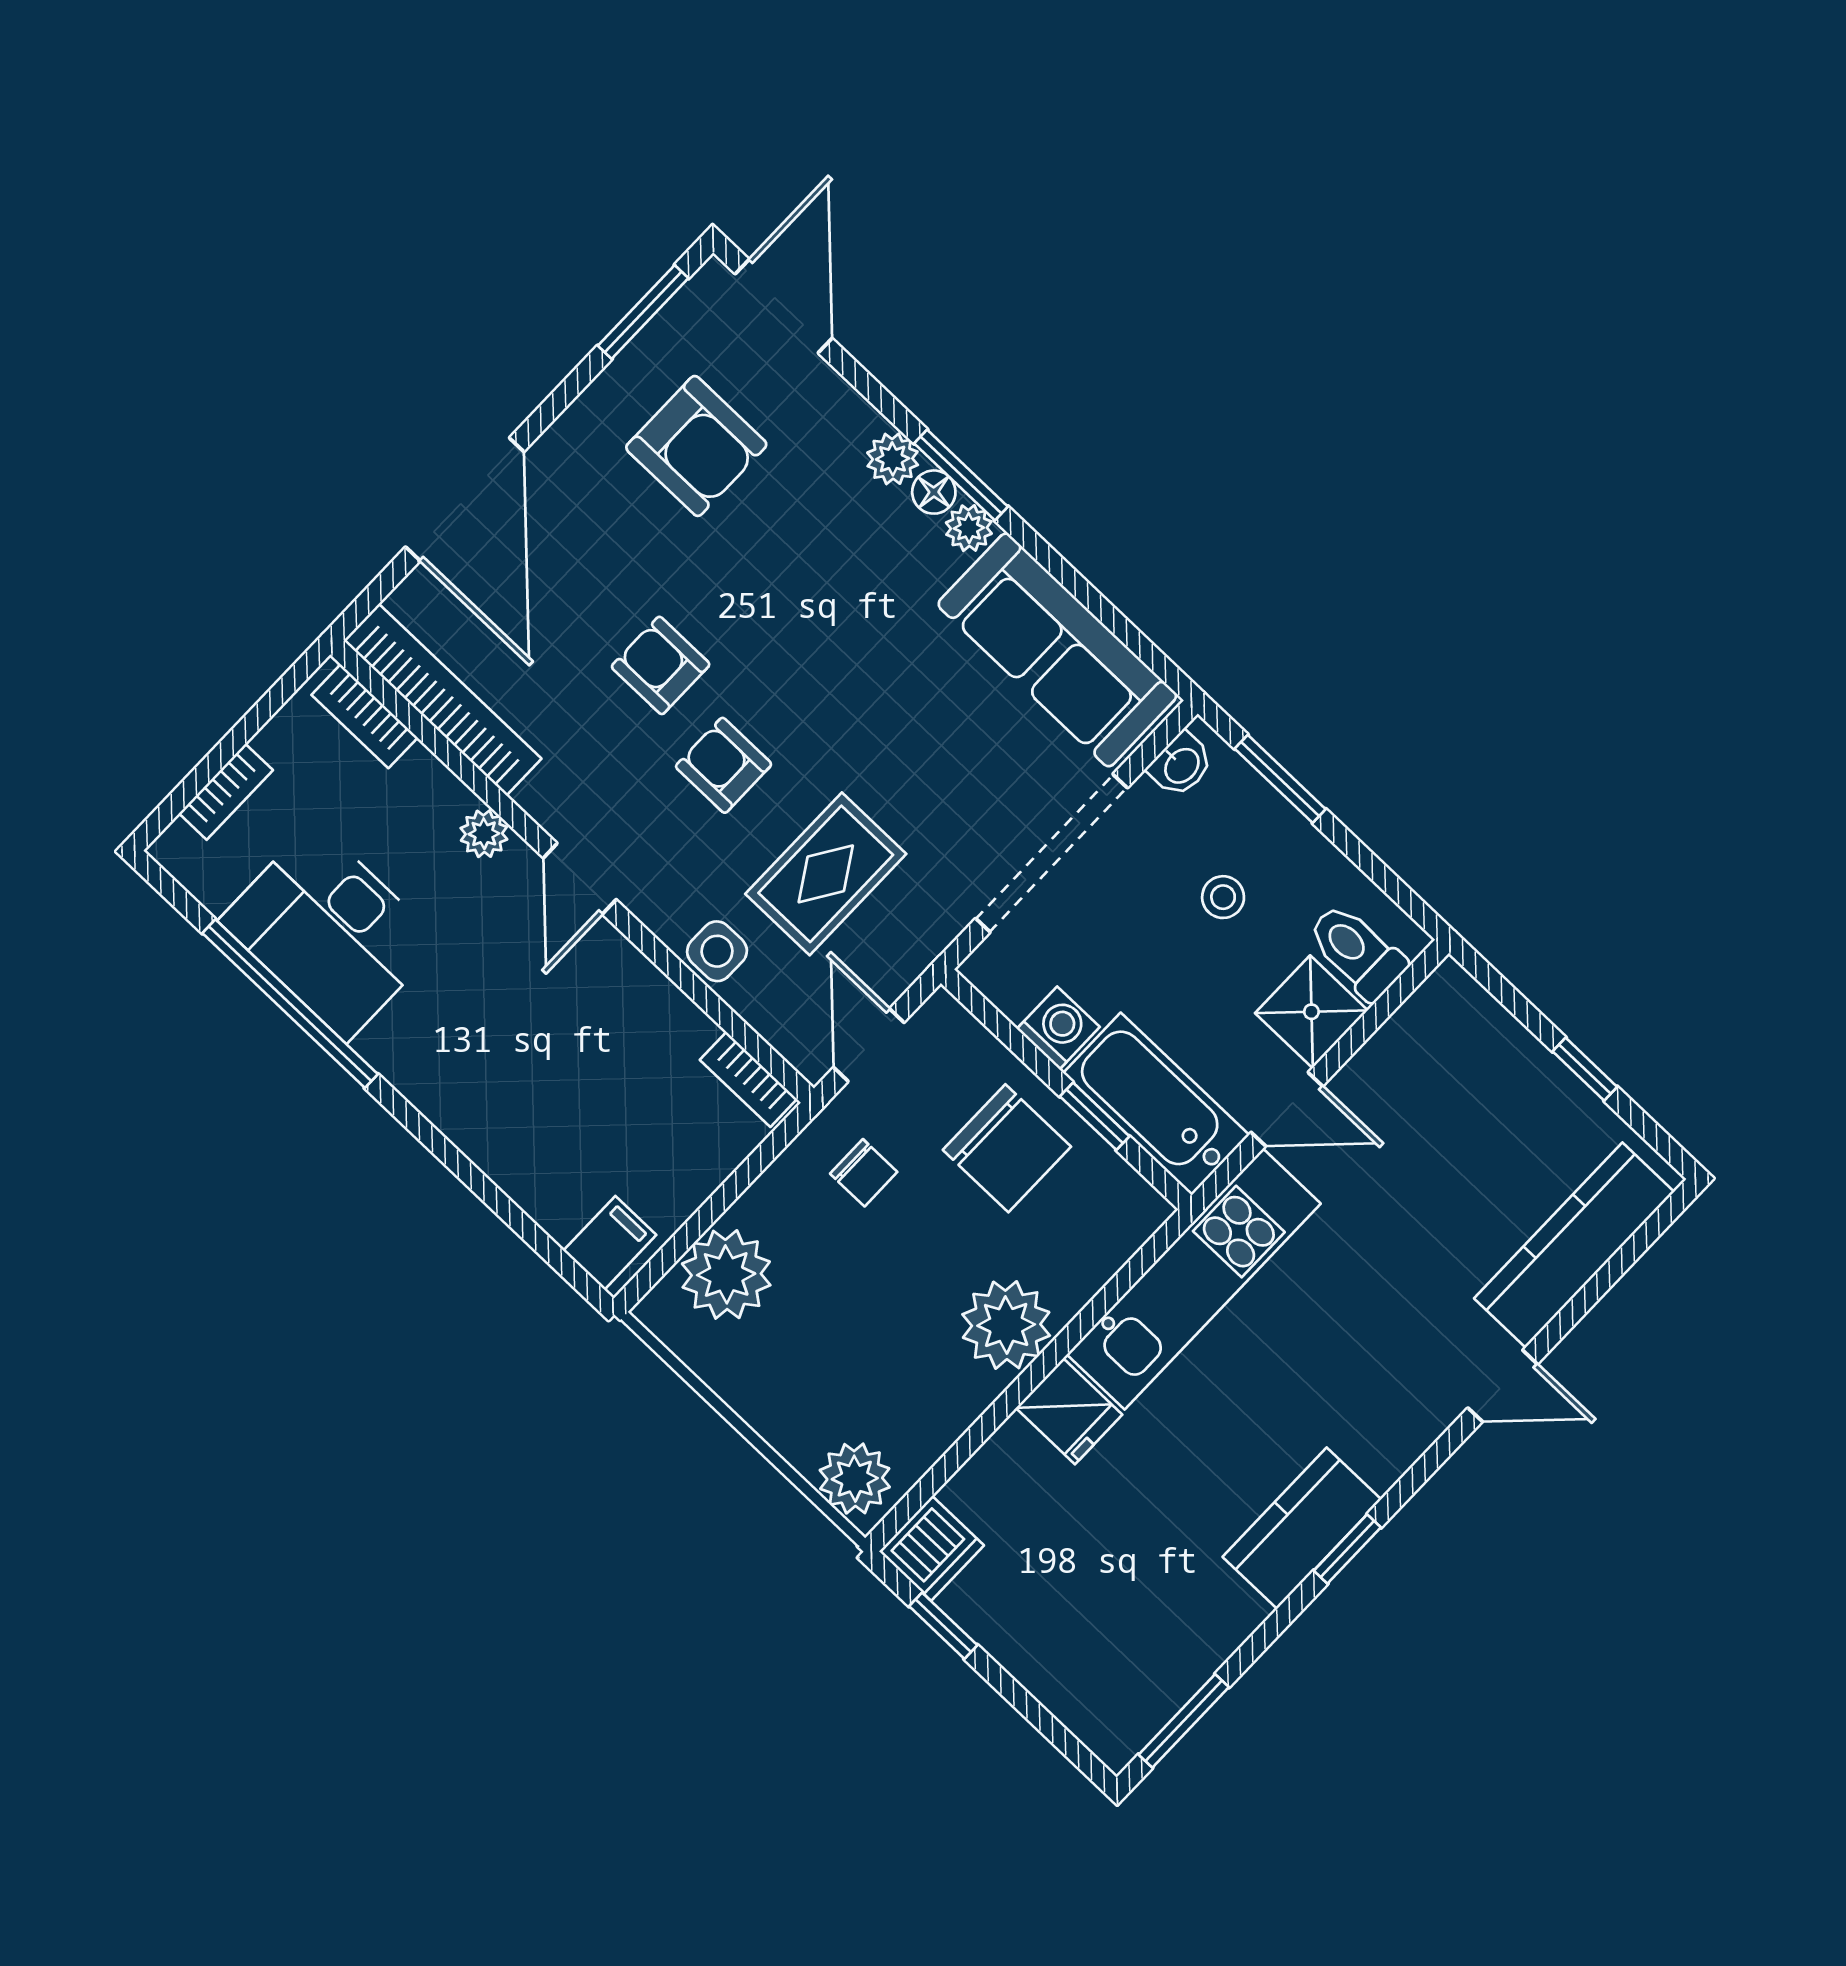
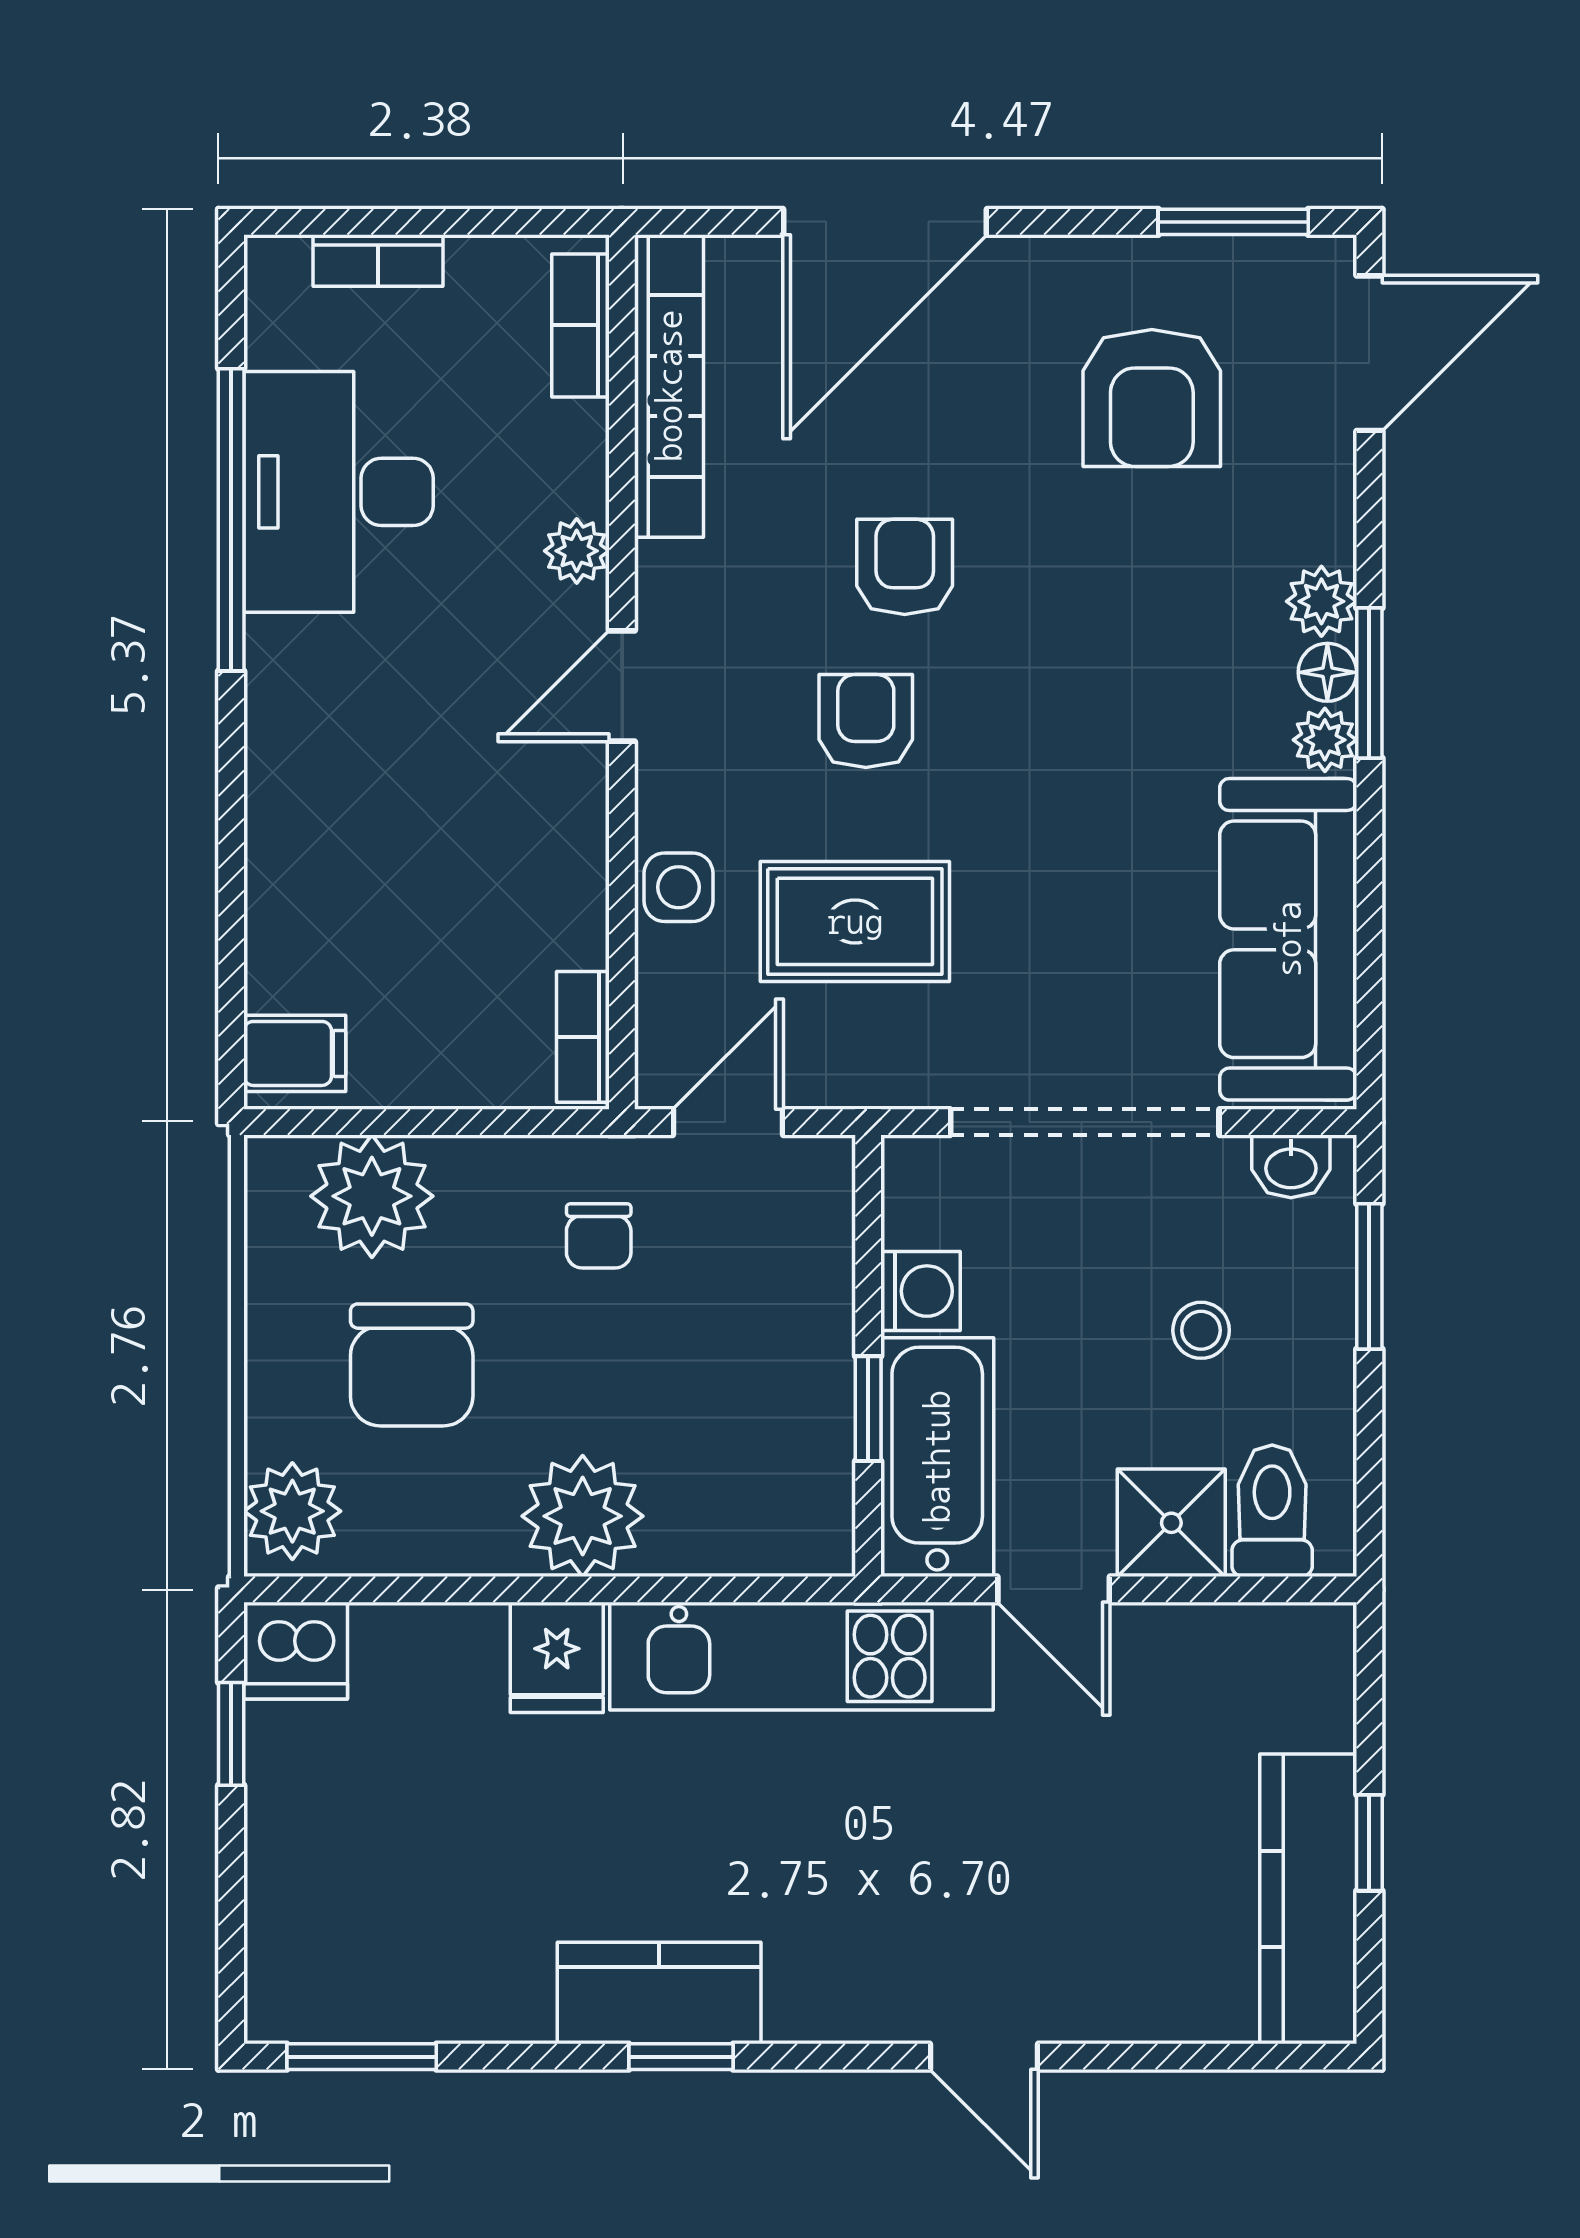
chair: (1007, 1148) -> (412, 1365), moved
kitchen counter: (1574, 1245) -> (1308, 1899), moved, turned -90

